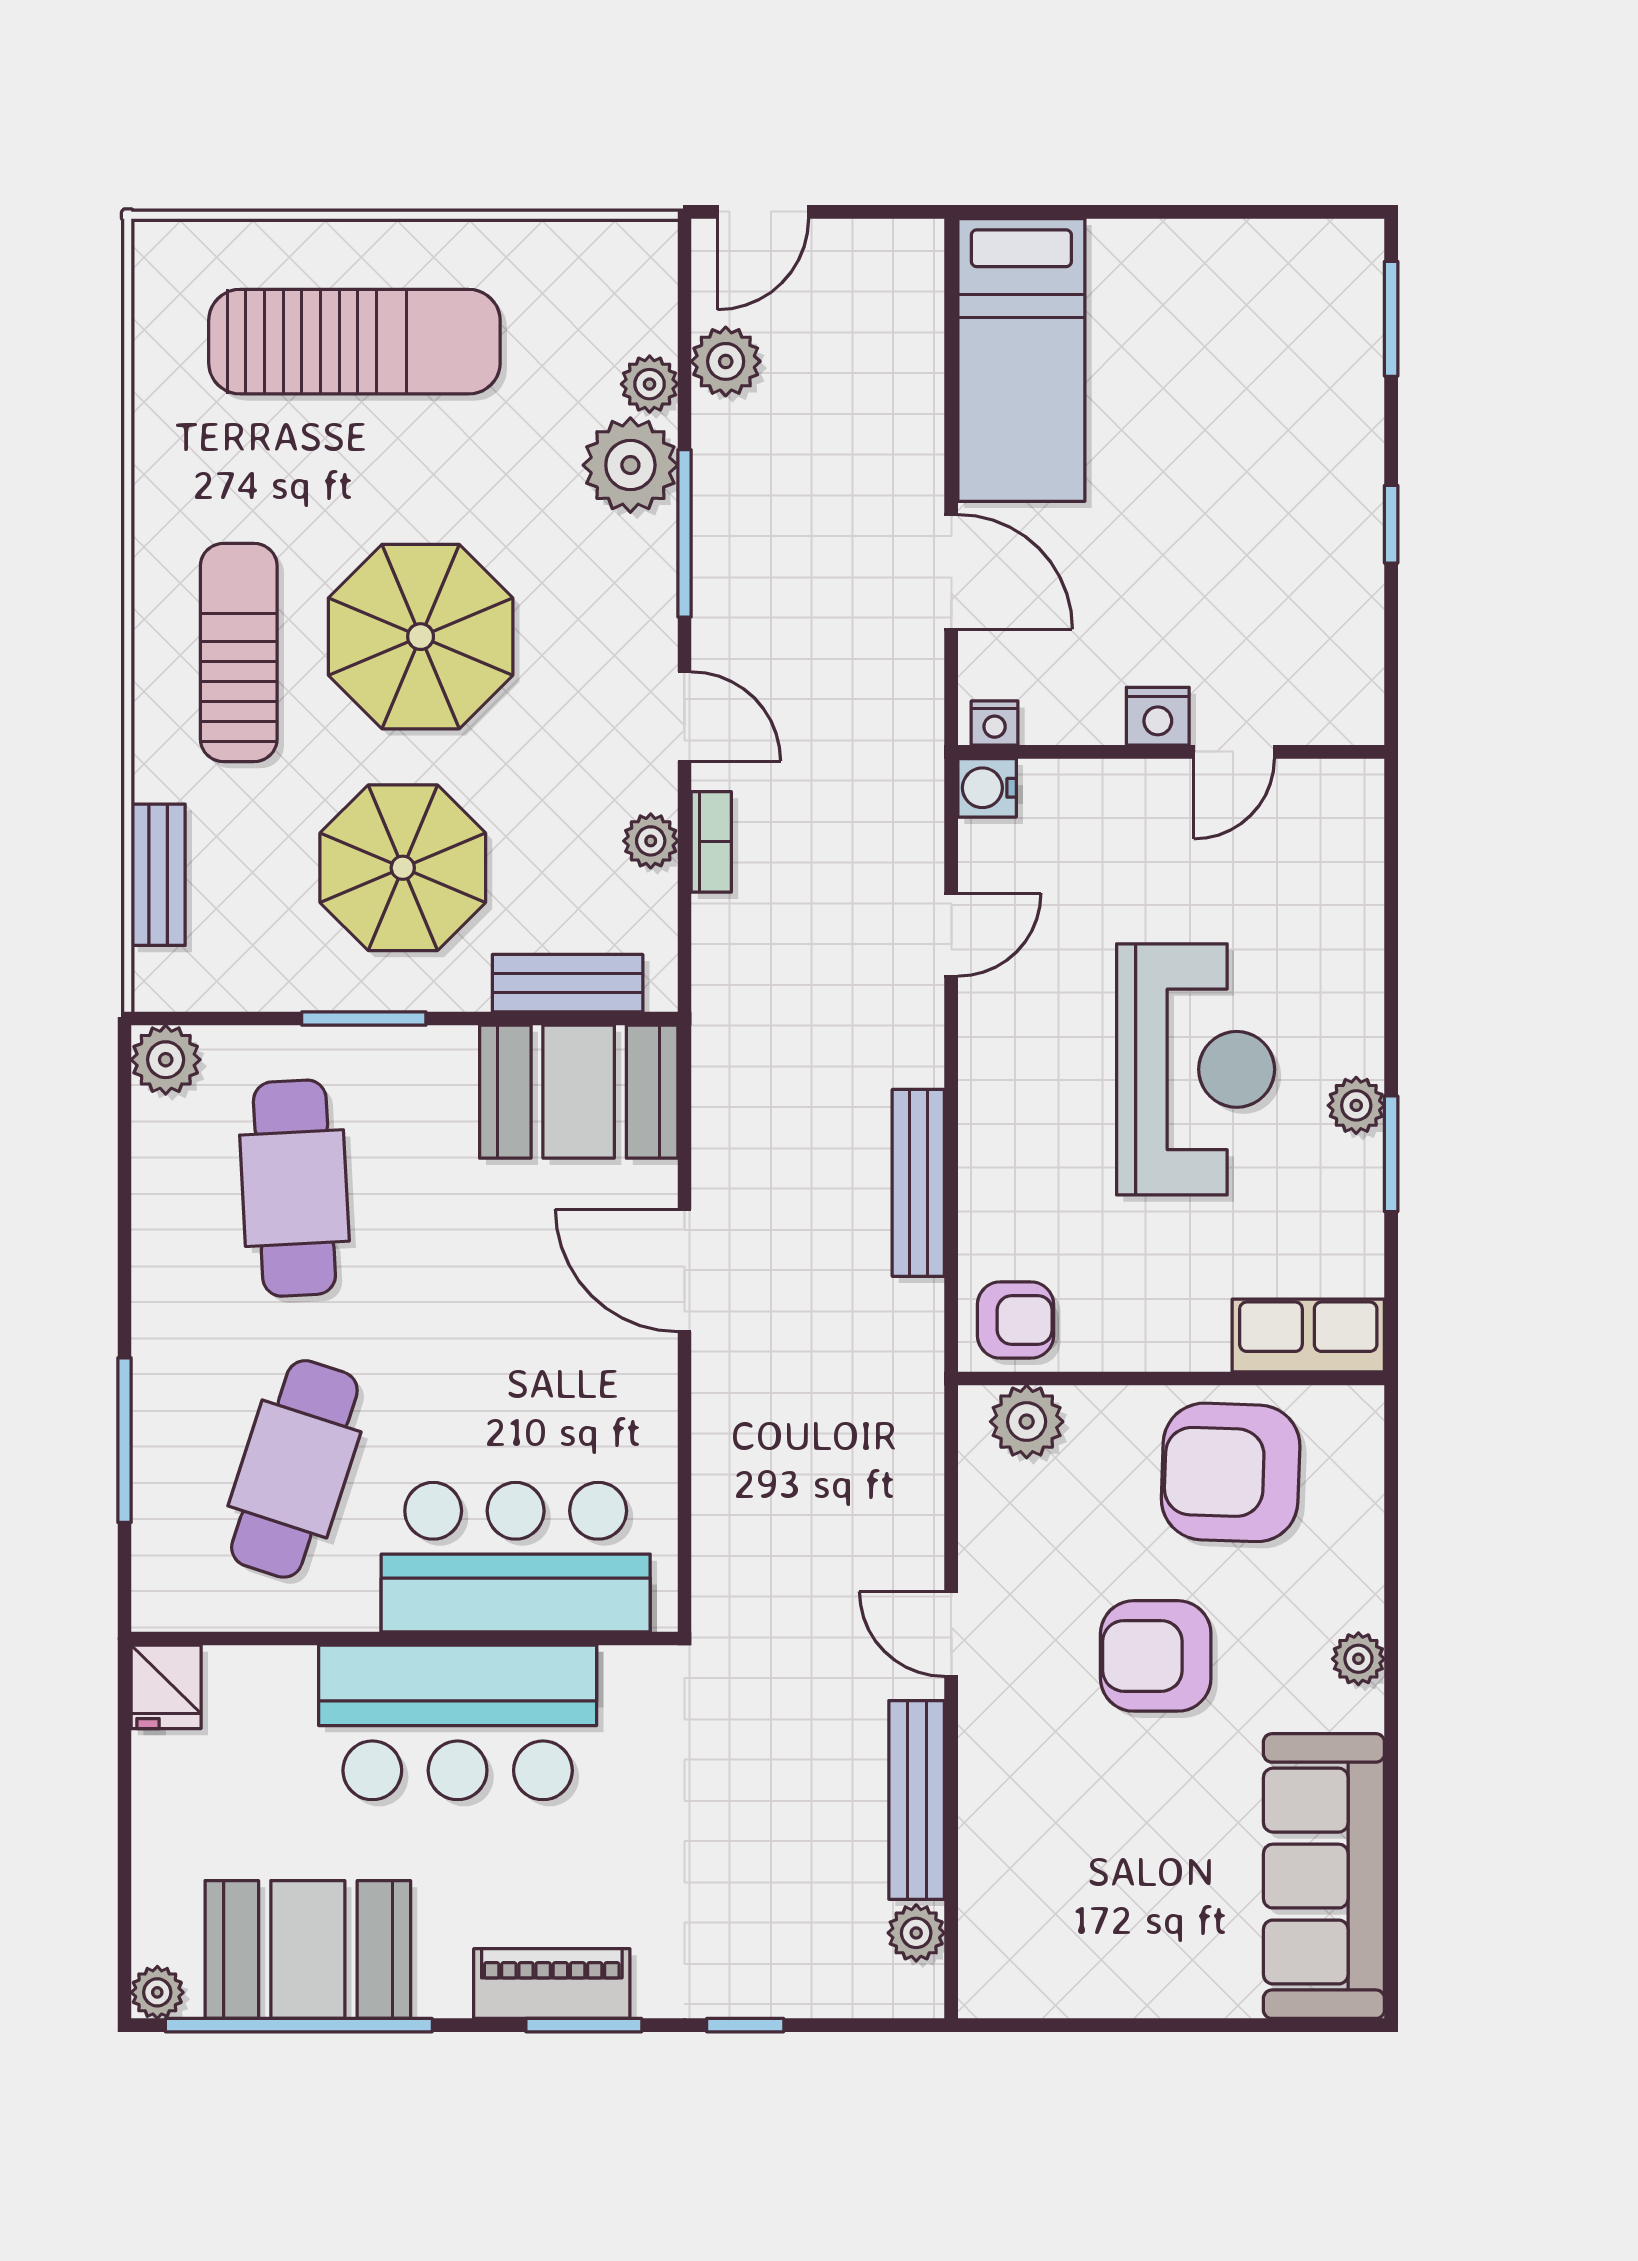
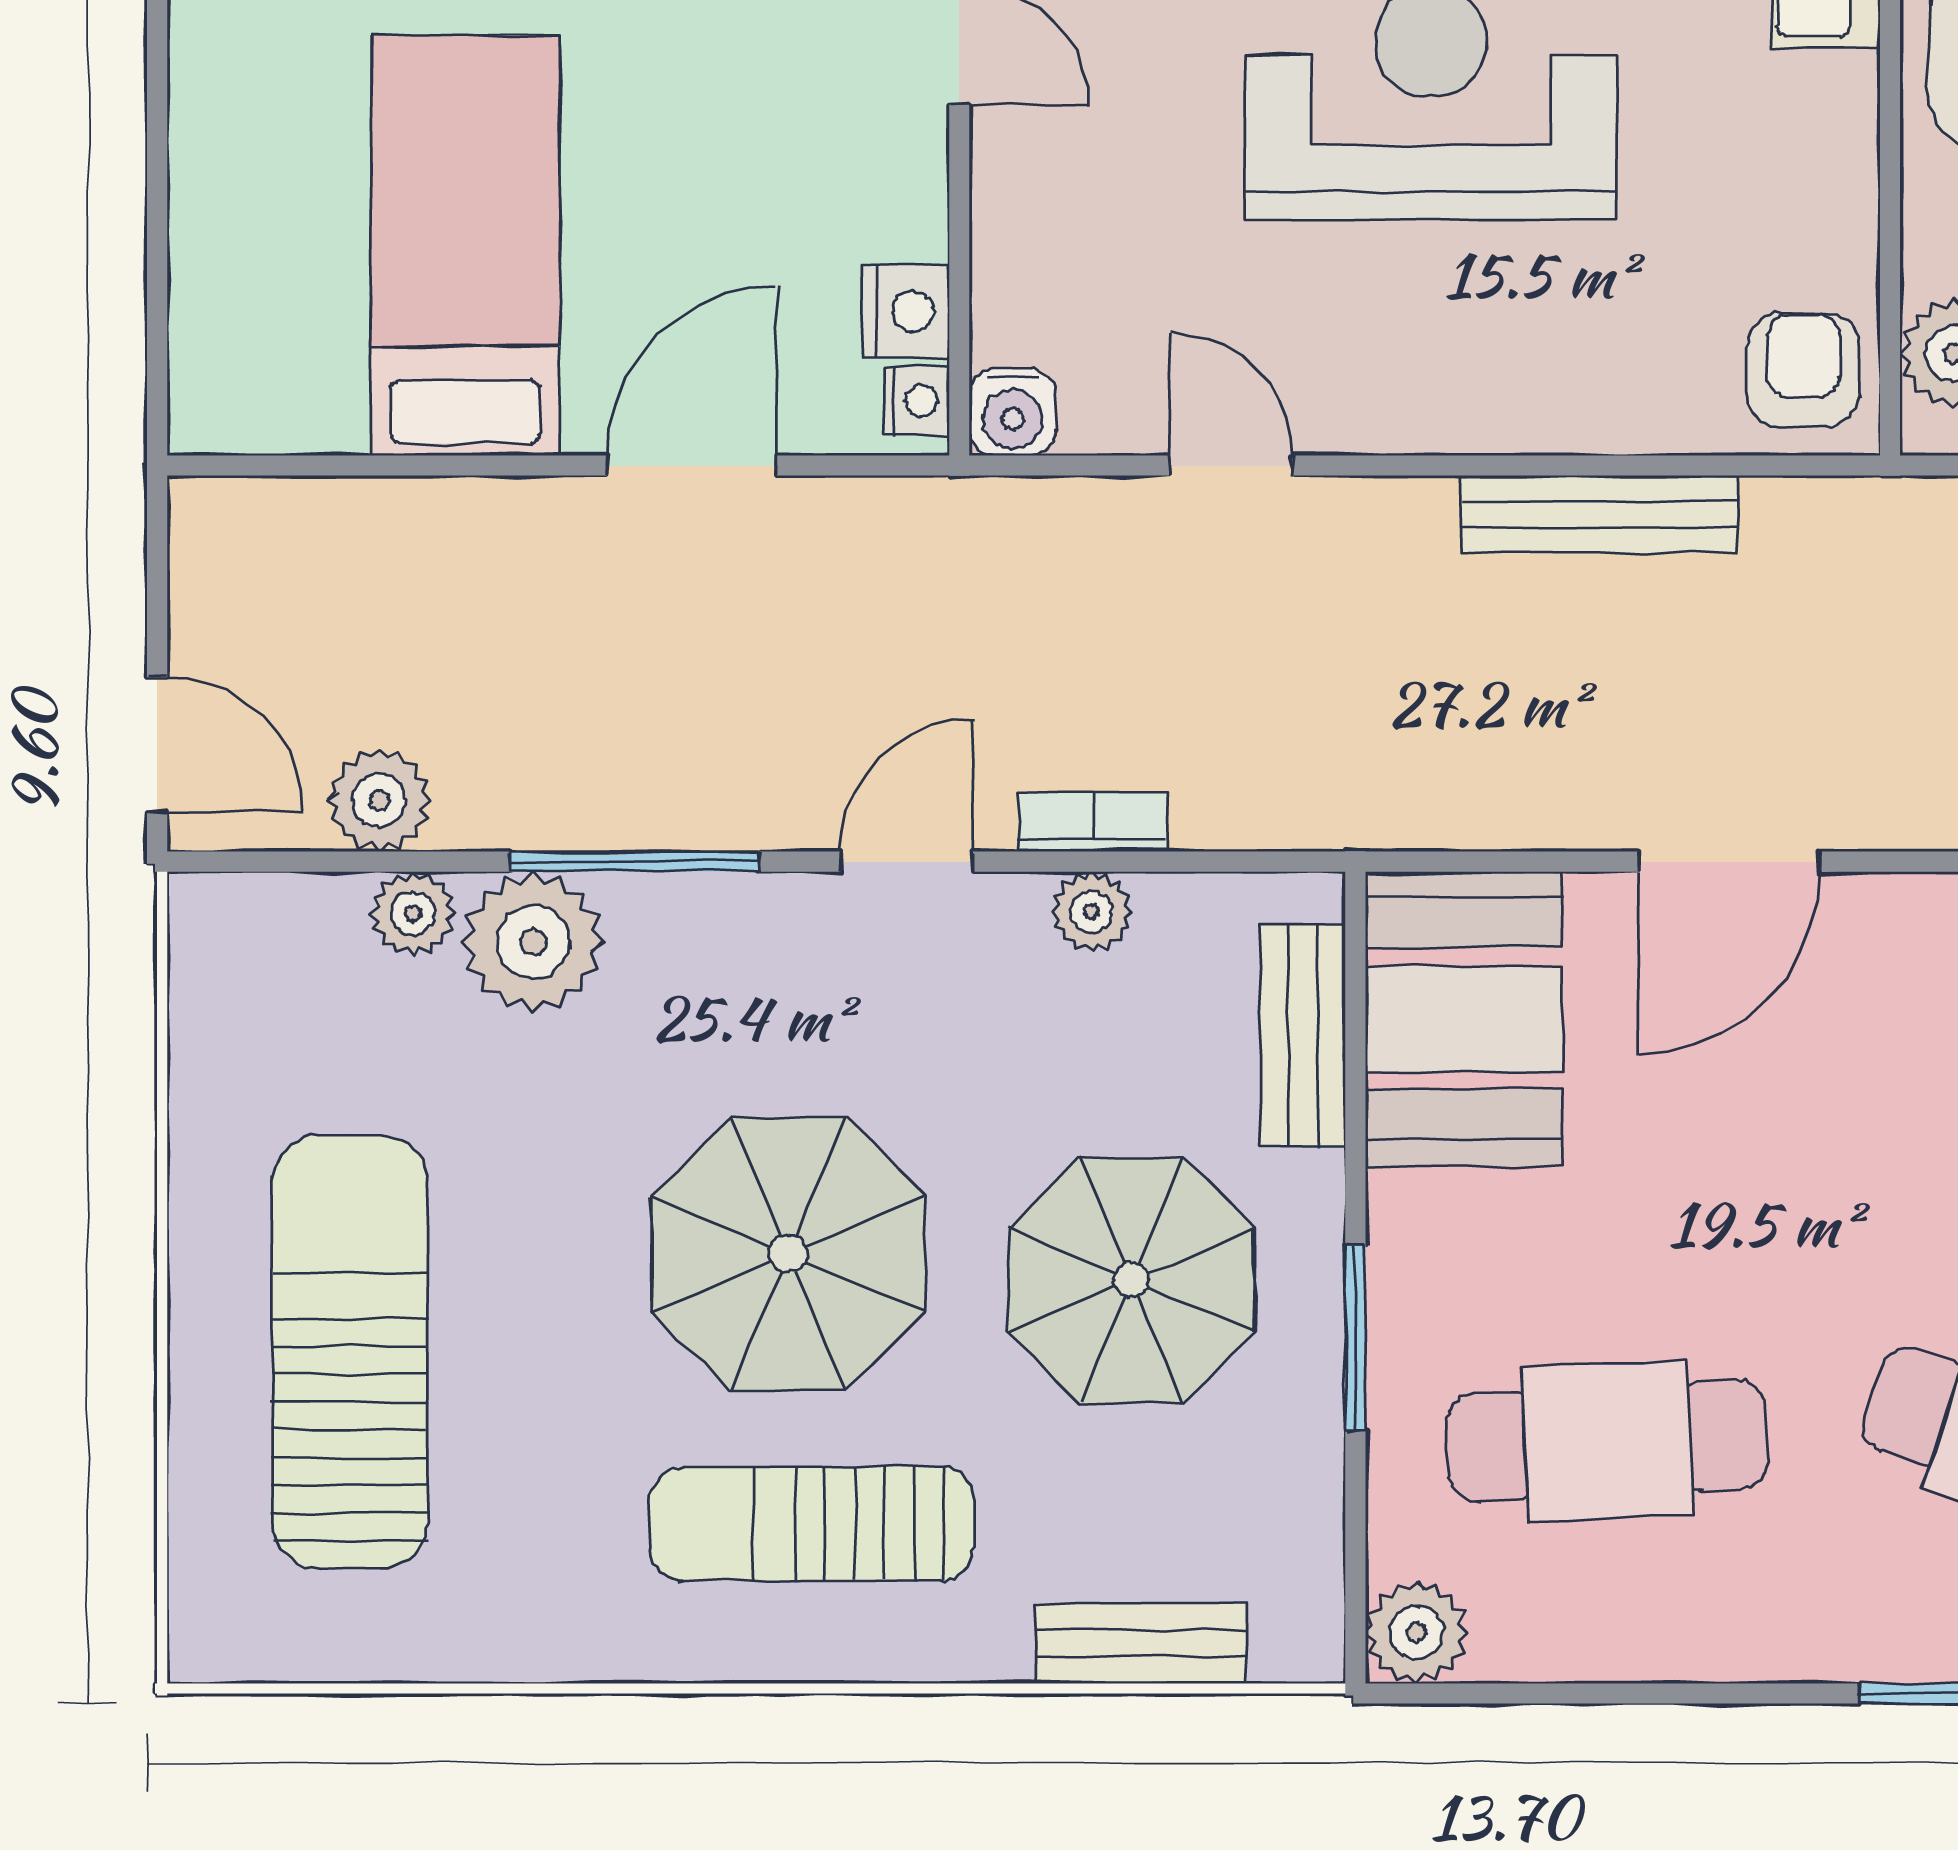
bed: (1021, 360) -> (465, 246), moved, turned -90
nightstand: (1158, 716) -> (906, 312), moved

